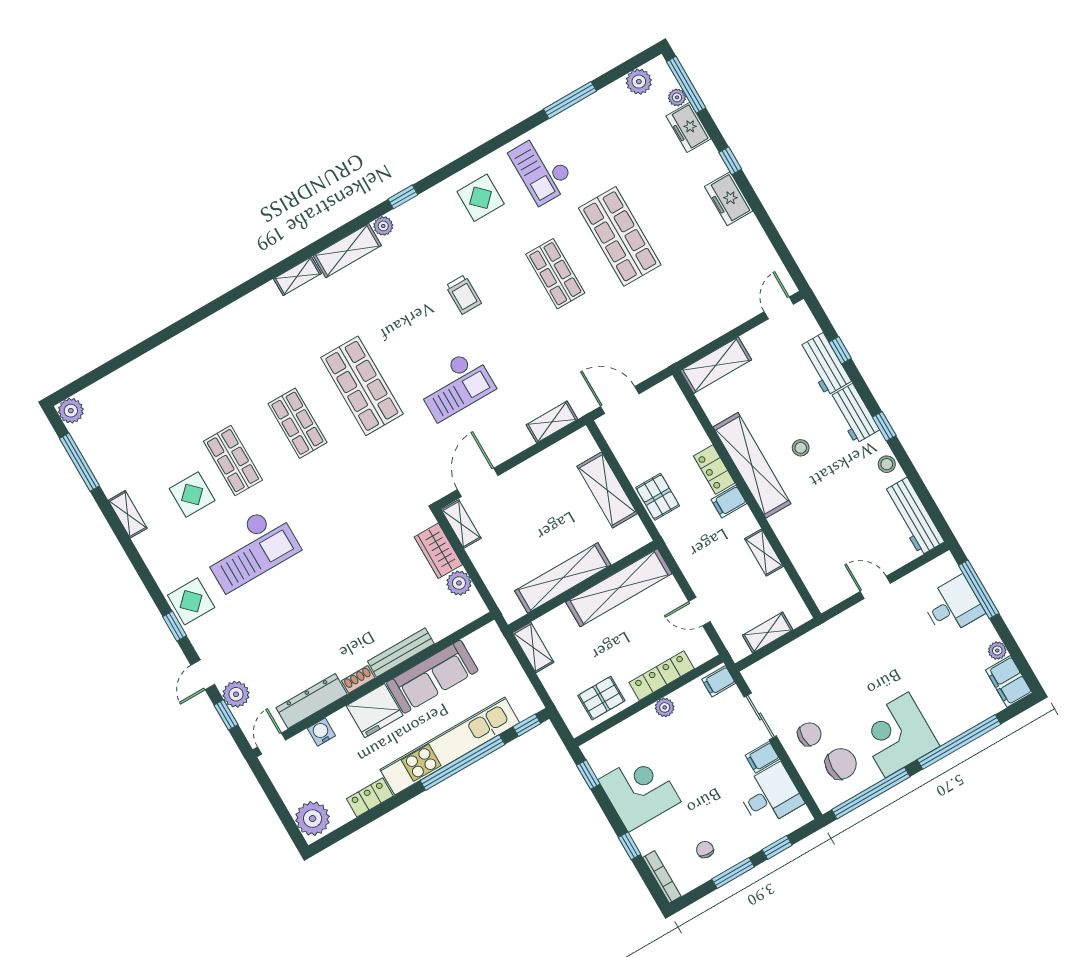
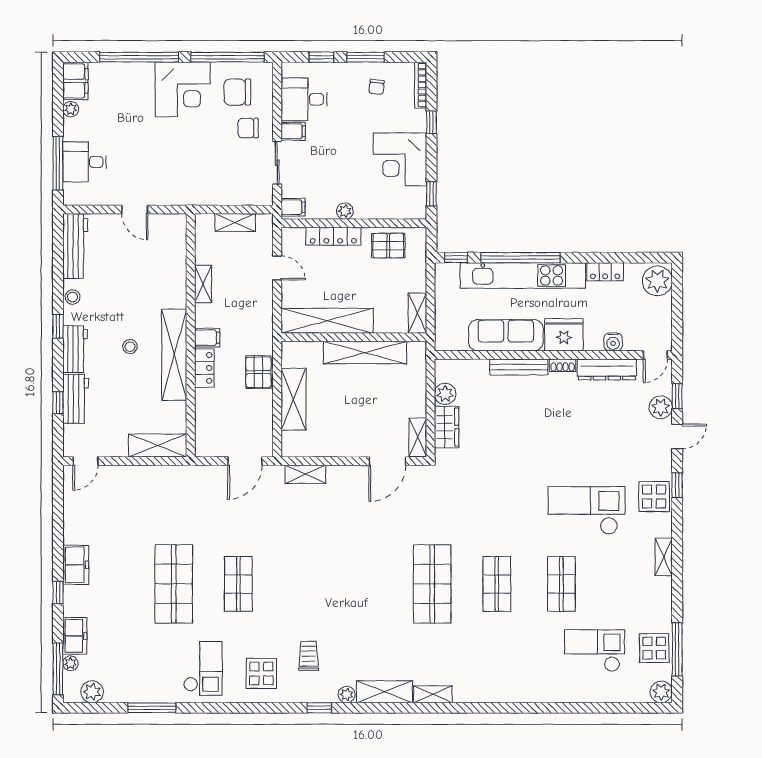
trolley: (463, 294) -> (309, 656), moved
checkout: (455, 385) -> (595, 651), moved
door: (620, 400) -> (245, 461), hinge flipped
display table: (192, 495) -> (654, 648), moved
shelving: (128, 514) -> (664, 557), moved

